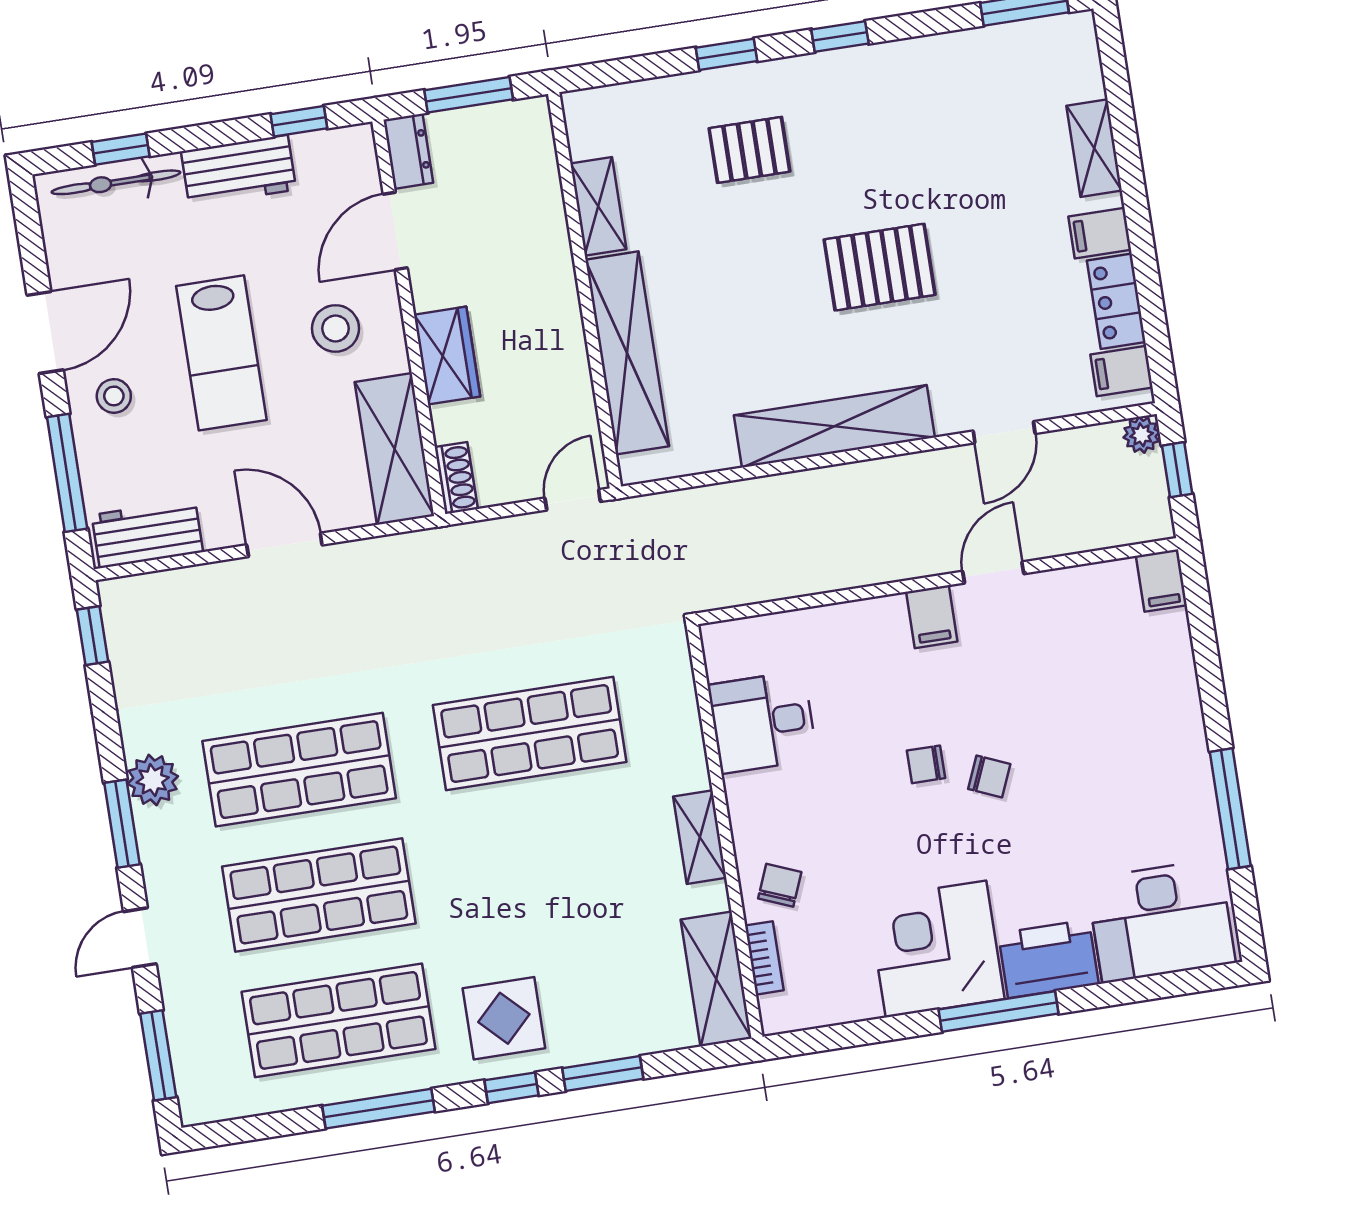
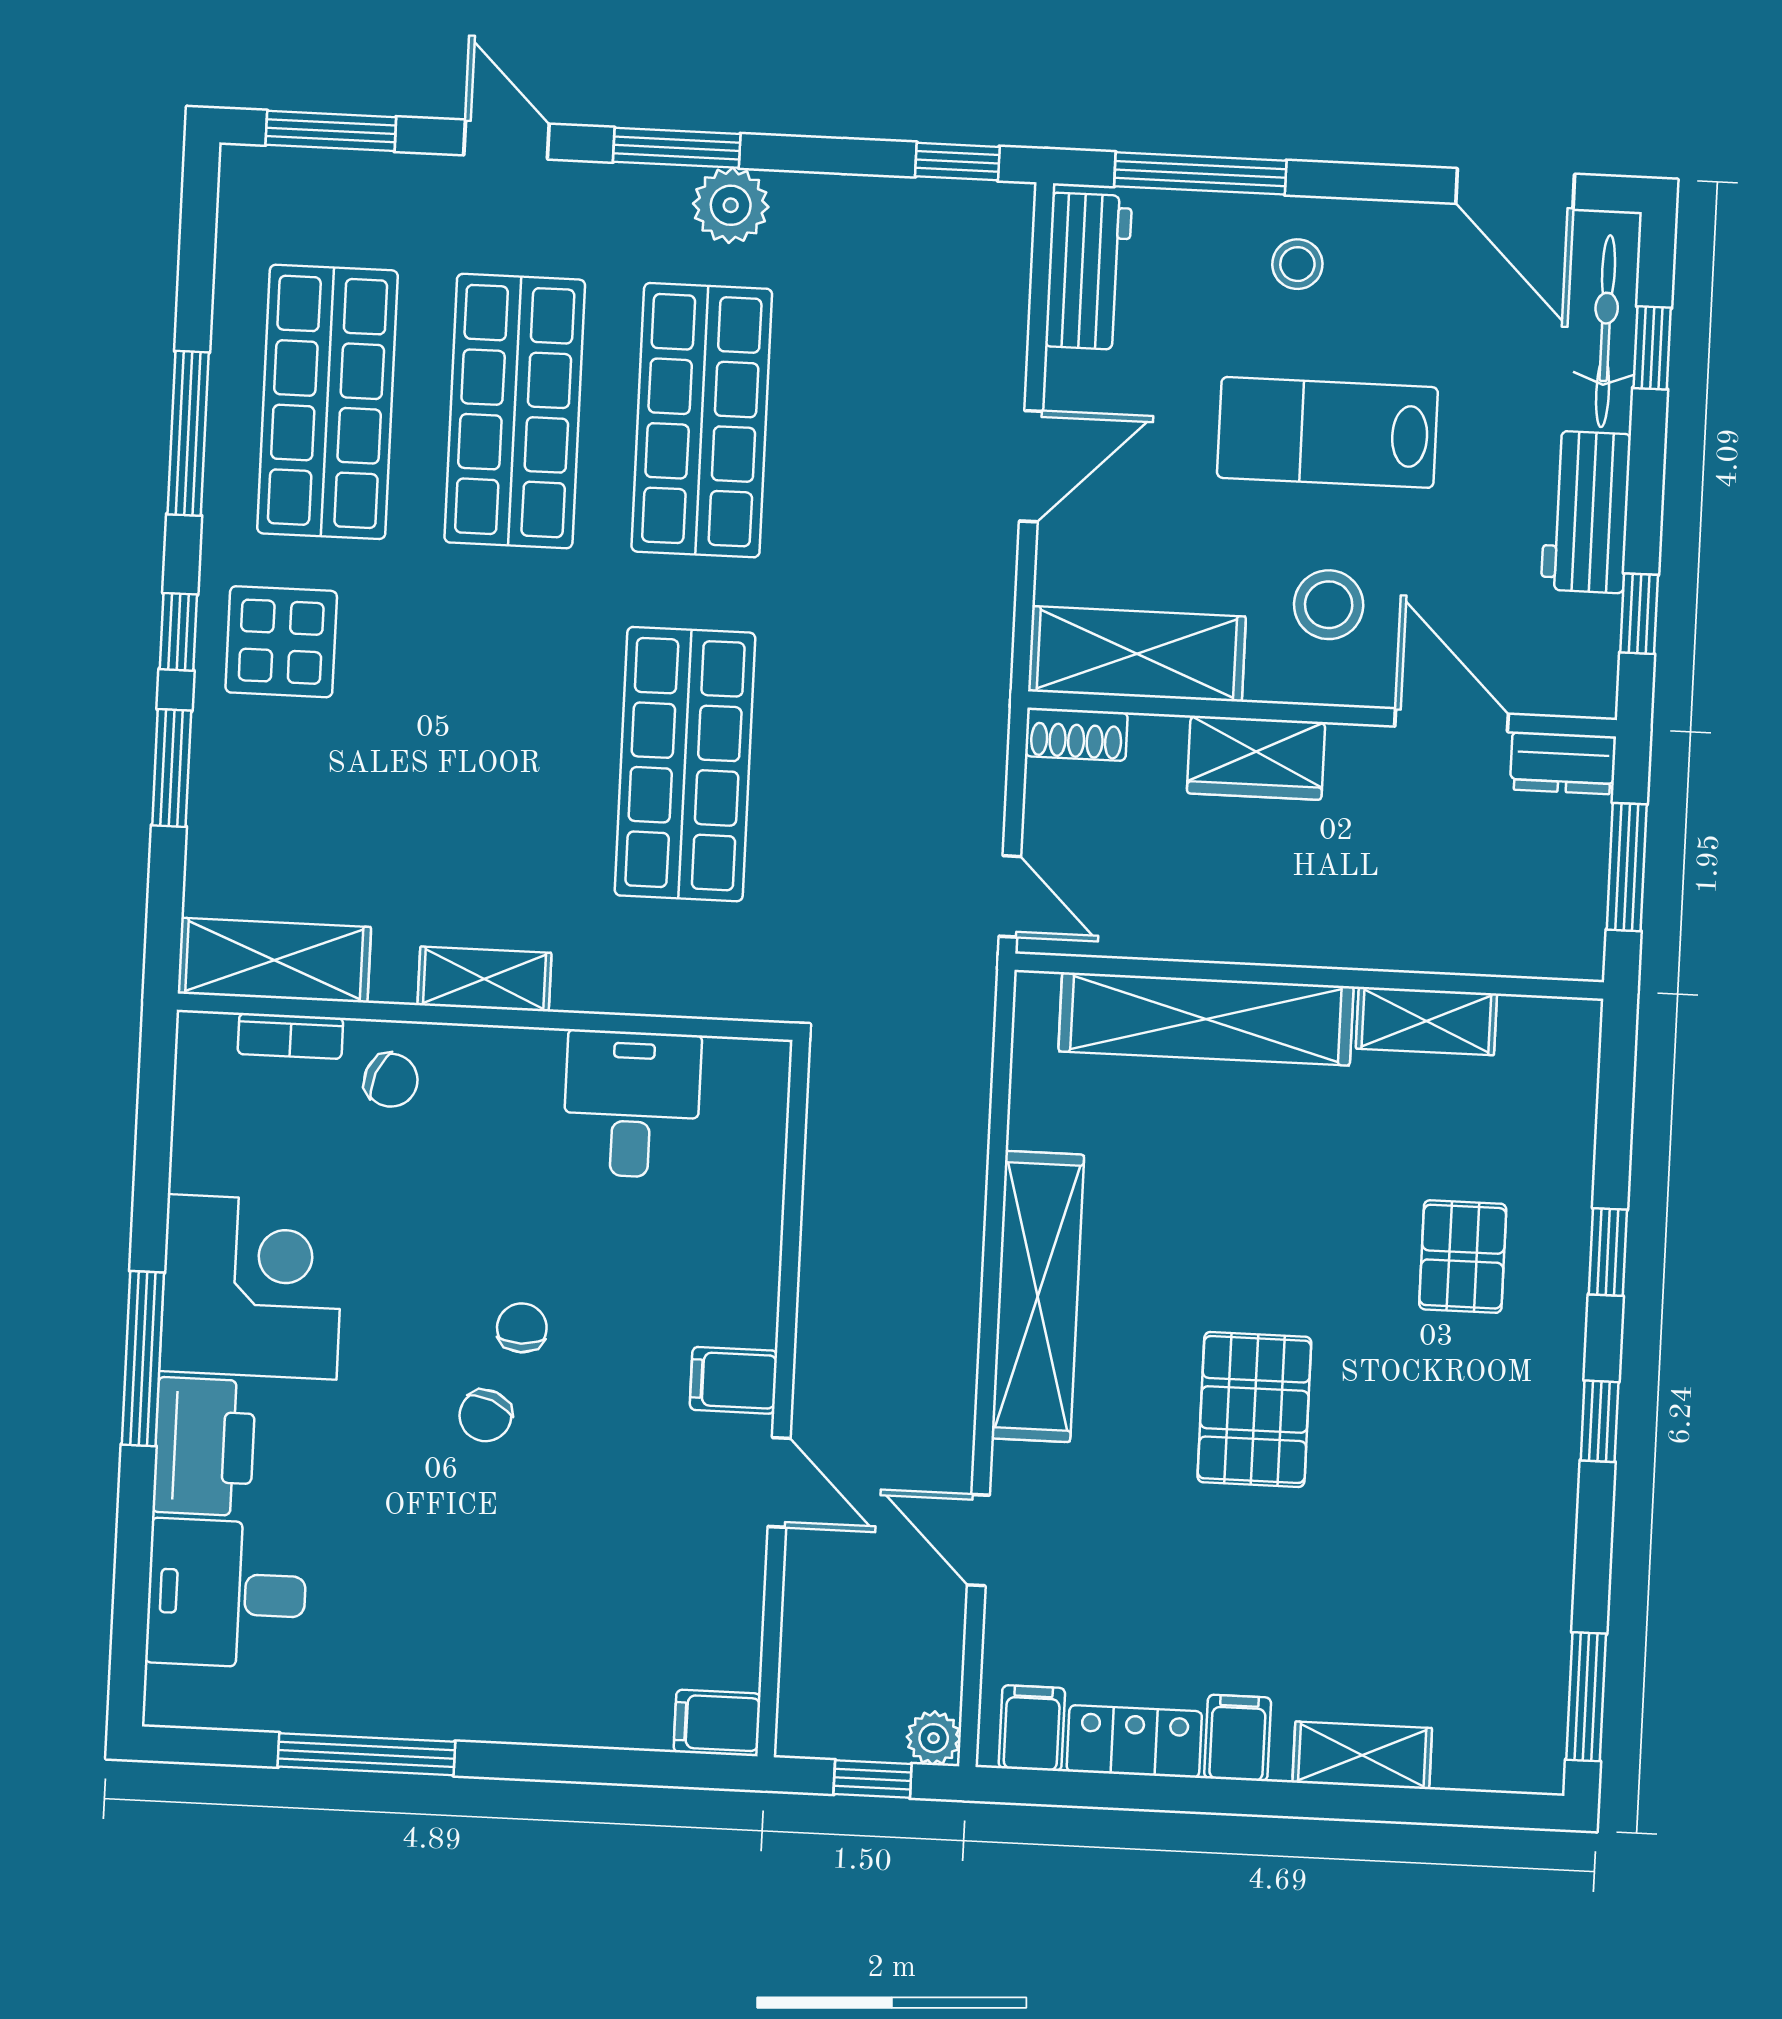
door: (45, 332) -> (1515, 189), moved
desk: (1161, 921) -> (227, 1594), width x0.73

